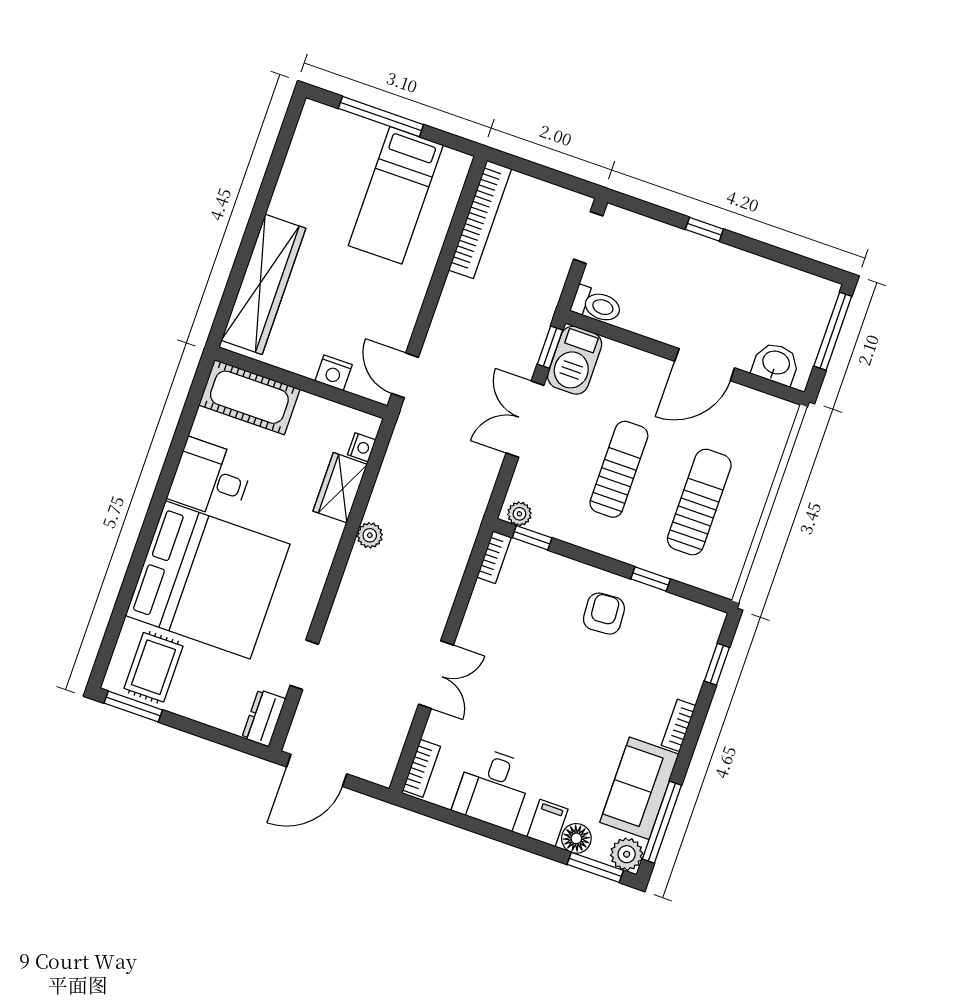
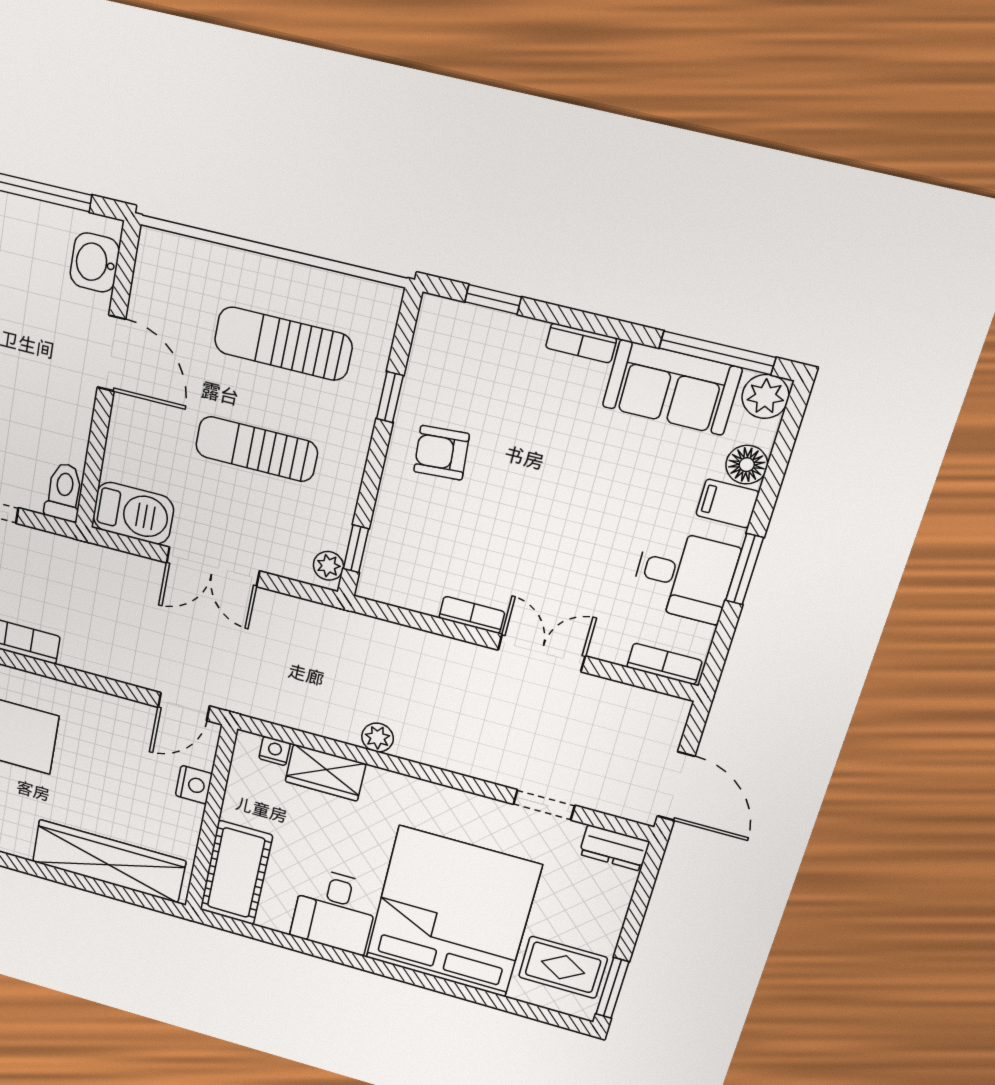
window: (550, 347) -> (123, 543), removed
bookcase: (494, 557) -> (472, 615), moved
window: (595, 867) -> (744, 569), moved

